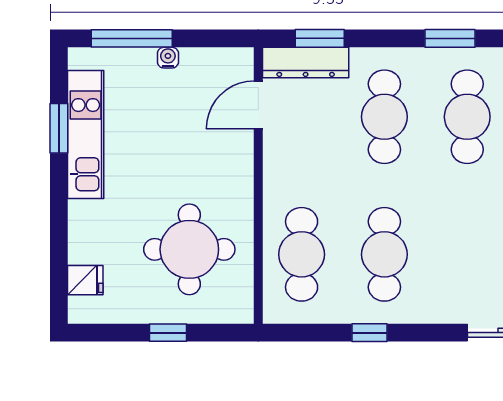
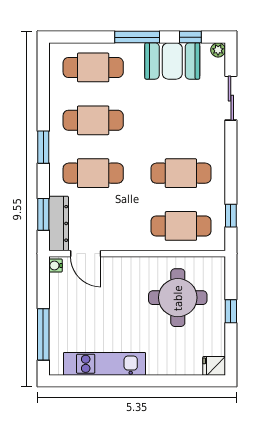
window: (450, 38) -> (43, 147), moved
water cooler: (168, 58) -> (55, 266), moved
window: (59, 128) -> (100, 381), removed
fridge: (85, 280) -> (214, 366), moved, turned -90
window: (370, 333) -> (231, 216), moved

